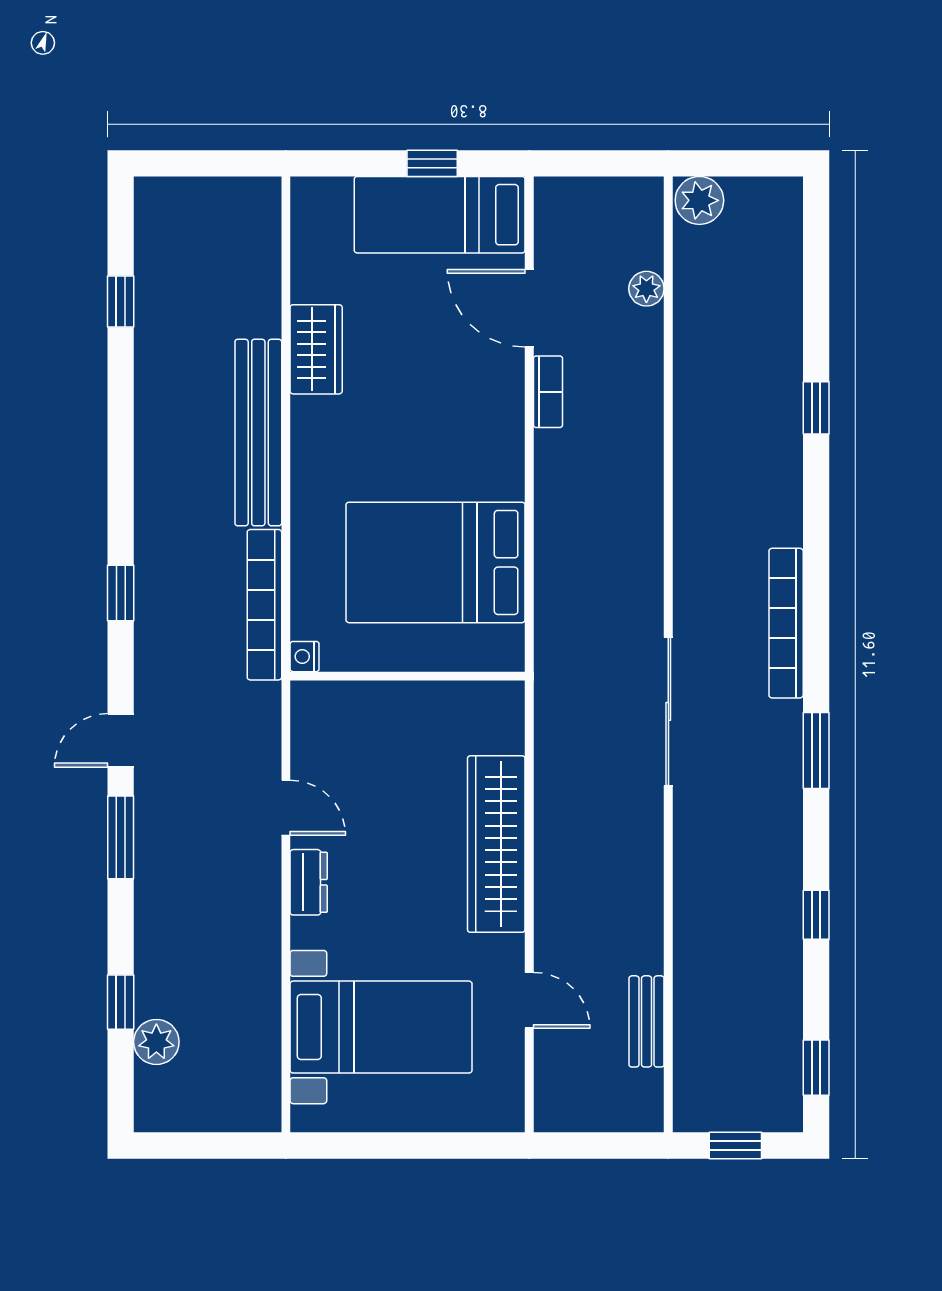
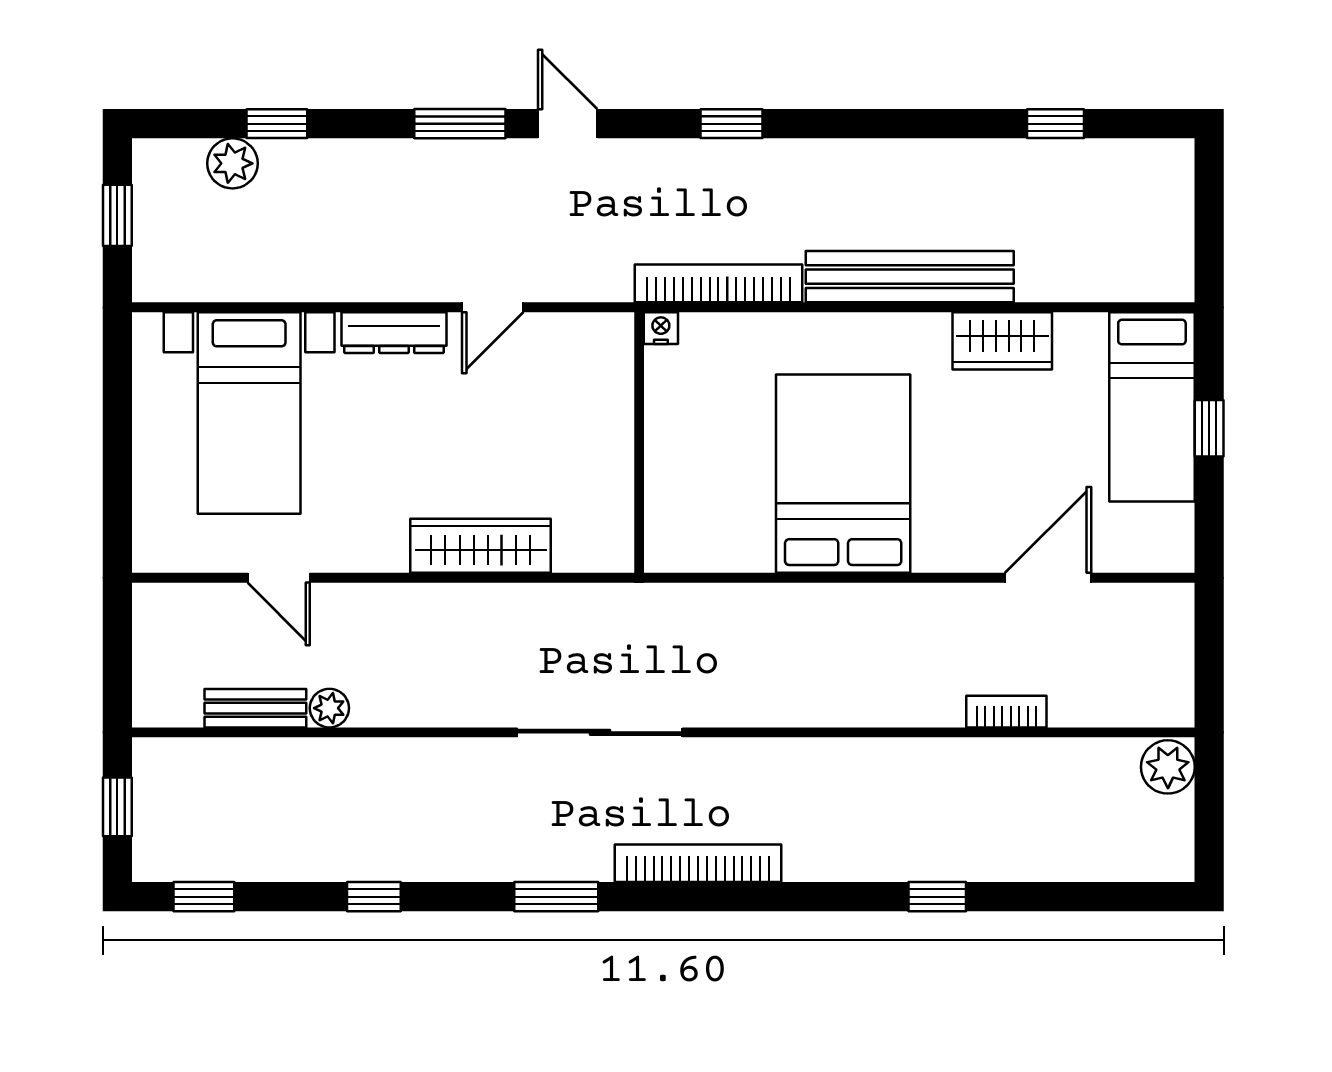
window: (432, 163) -> (1209, 428), moved
bed: (440, 215) -> (1152, 407), moved, turned 180
plant: (646, 289) -> (329, 708), moved
bookcase: (548, 392) -> (1006, 712), moved, turned 180
bed: (436, 562) -> (843, 474), moved
wardrobe: (496, 844) -> (481, 546), width x0.71, depth x0.85
dresser: (309, 882) -> (394, 333), width x1.44
door: (529, 1000) -> (279, 578), hinge flipped
window: (203, 1145) -> (117, 215), added

